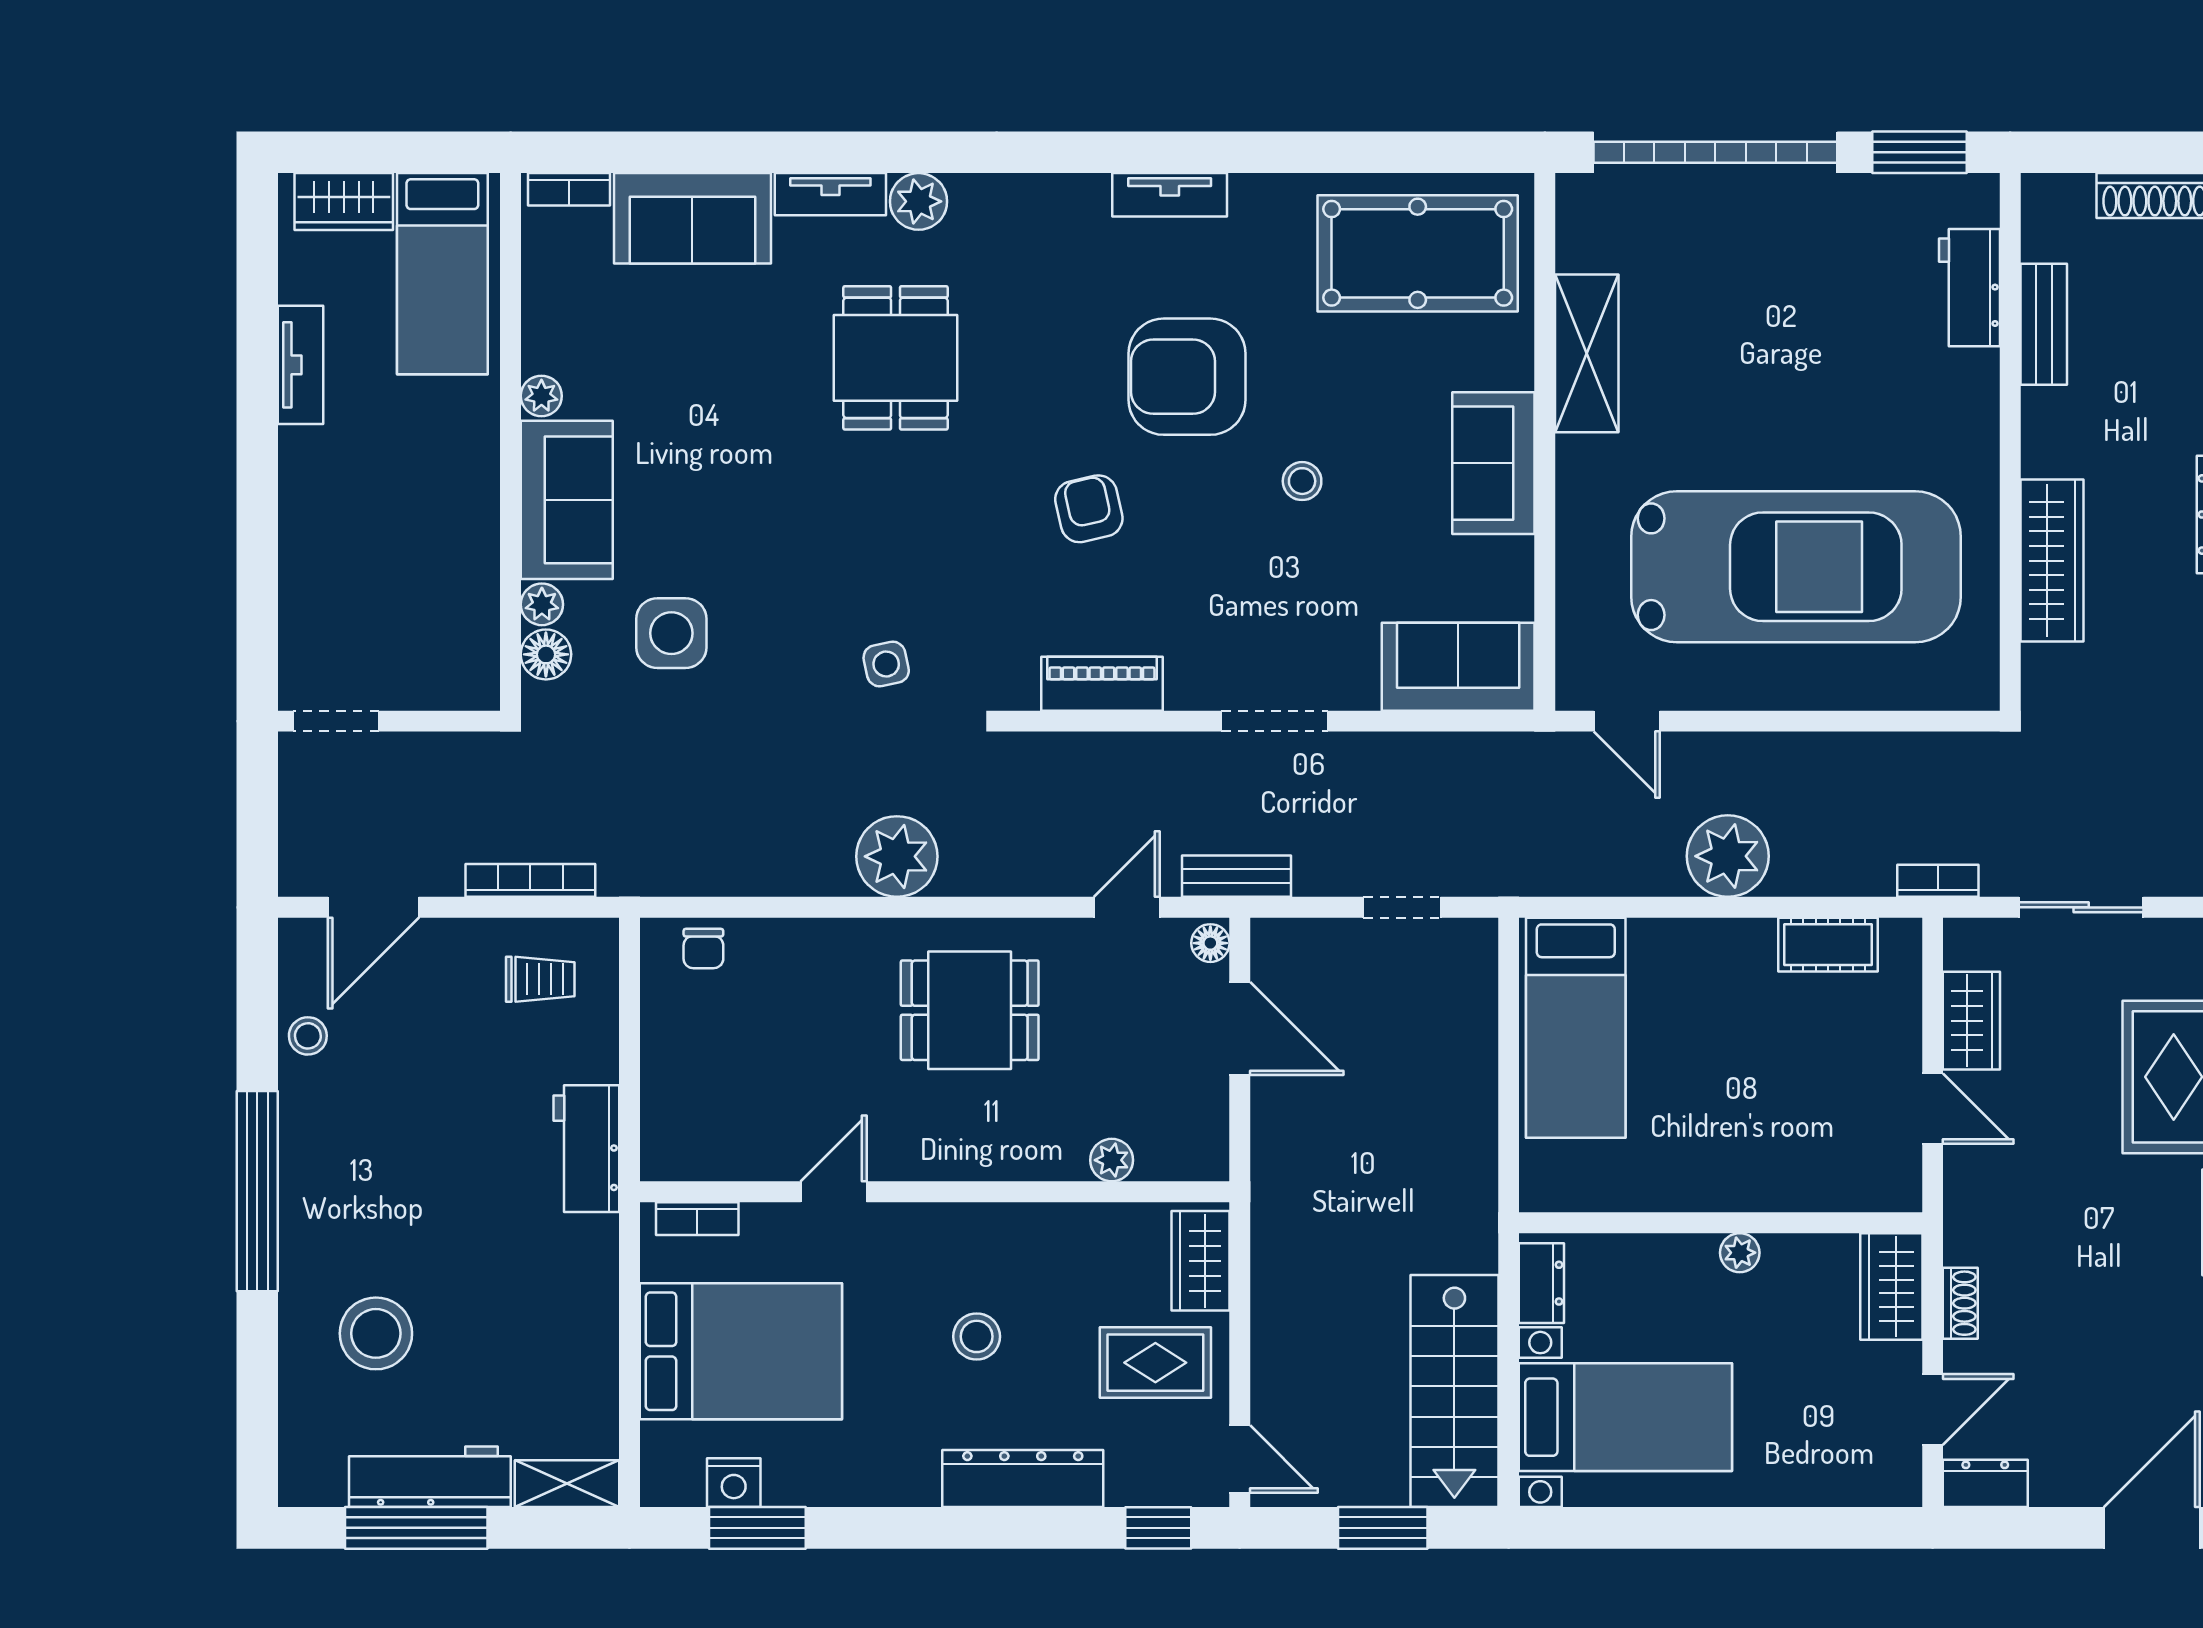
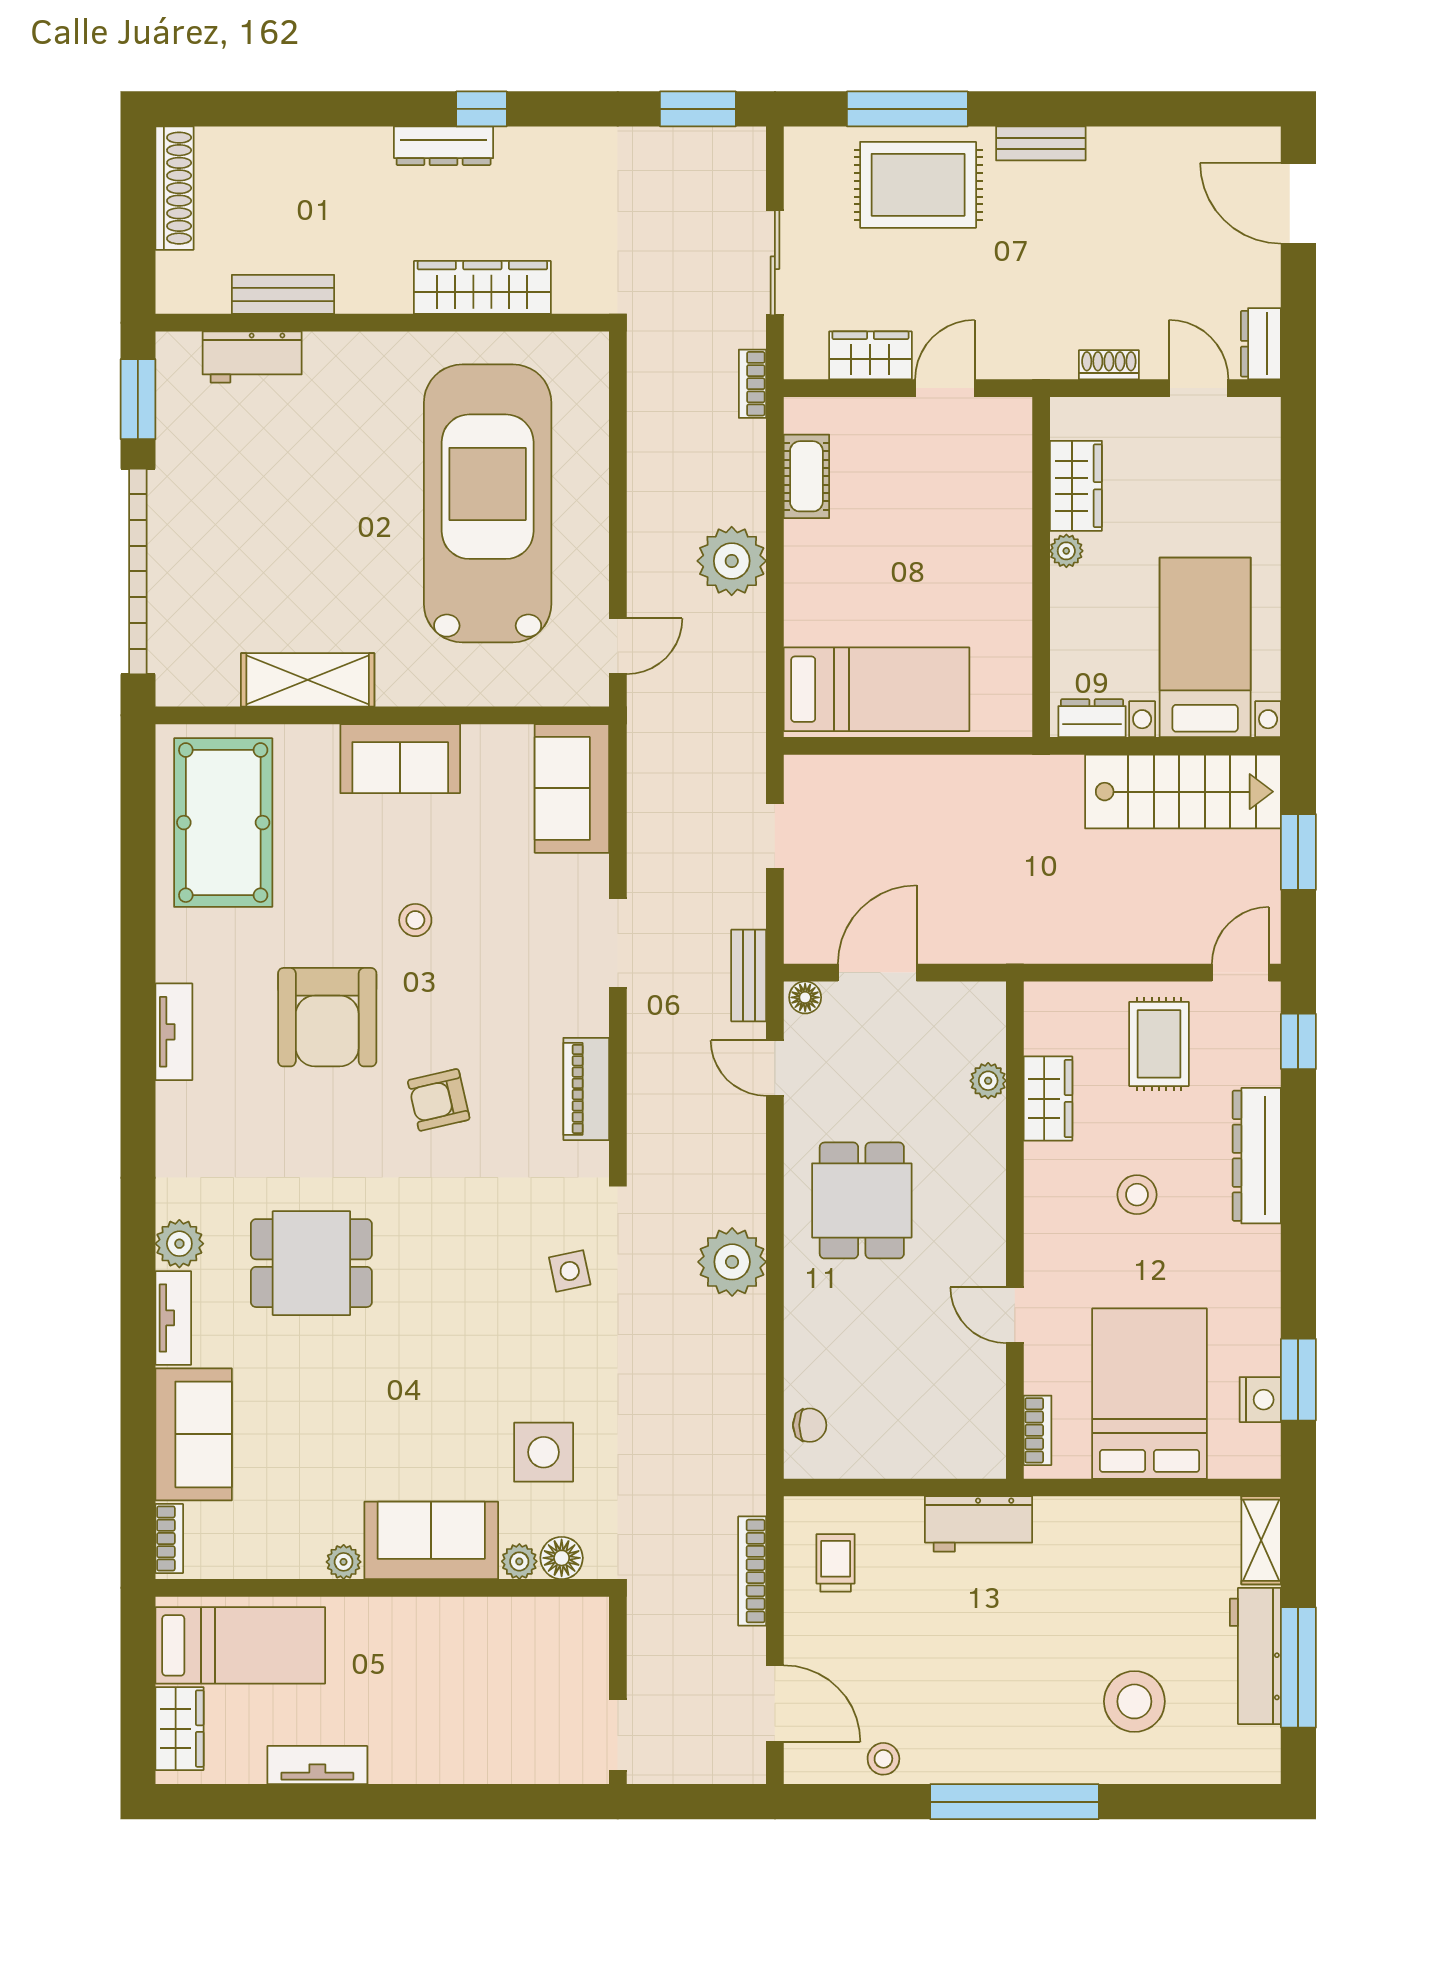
wardrobe: (1200, 1261) -> (1048, 1099), moved, turned -90
wardrobe: (1891, 1286) -> (1076, 486), moved, turned -90

